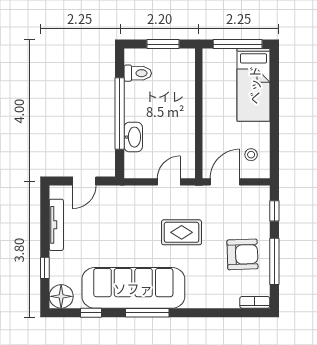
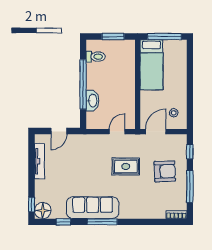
bed: (254, 85) -> (151, 65), moved
armchair: (242, 254) -> (165, 171), moved
window: (45, 268) -> (32, 204), moved
sofa: (133, 288) -> (93, 208), width x0.74, depth x0.79

